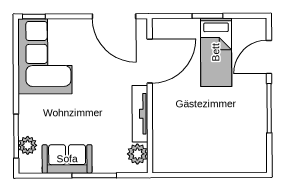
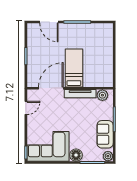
door: (114, 16) -> (26, 108), width x0.53
bed: (216, 52) -> (74, 68), moved, turned -90
door: (150, 61) -> (51, 88), hinge flipped
floor lamp: (29, 107) -> (76, 155), added
plant: (28, 145) -> (108, 156), moved

